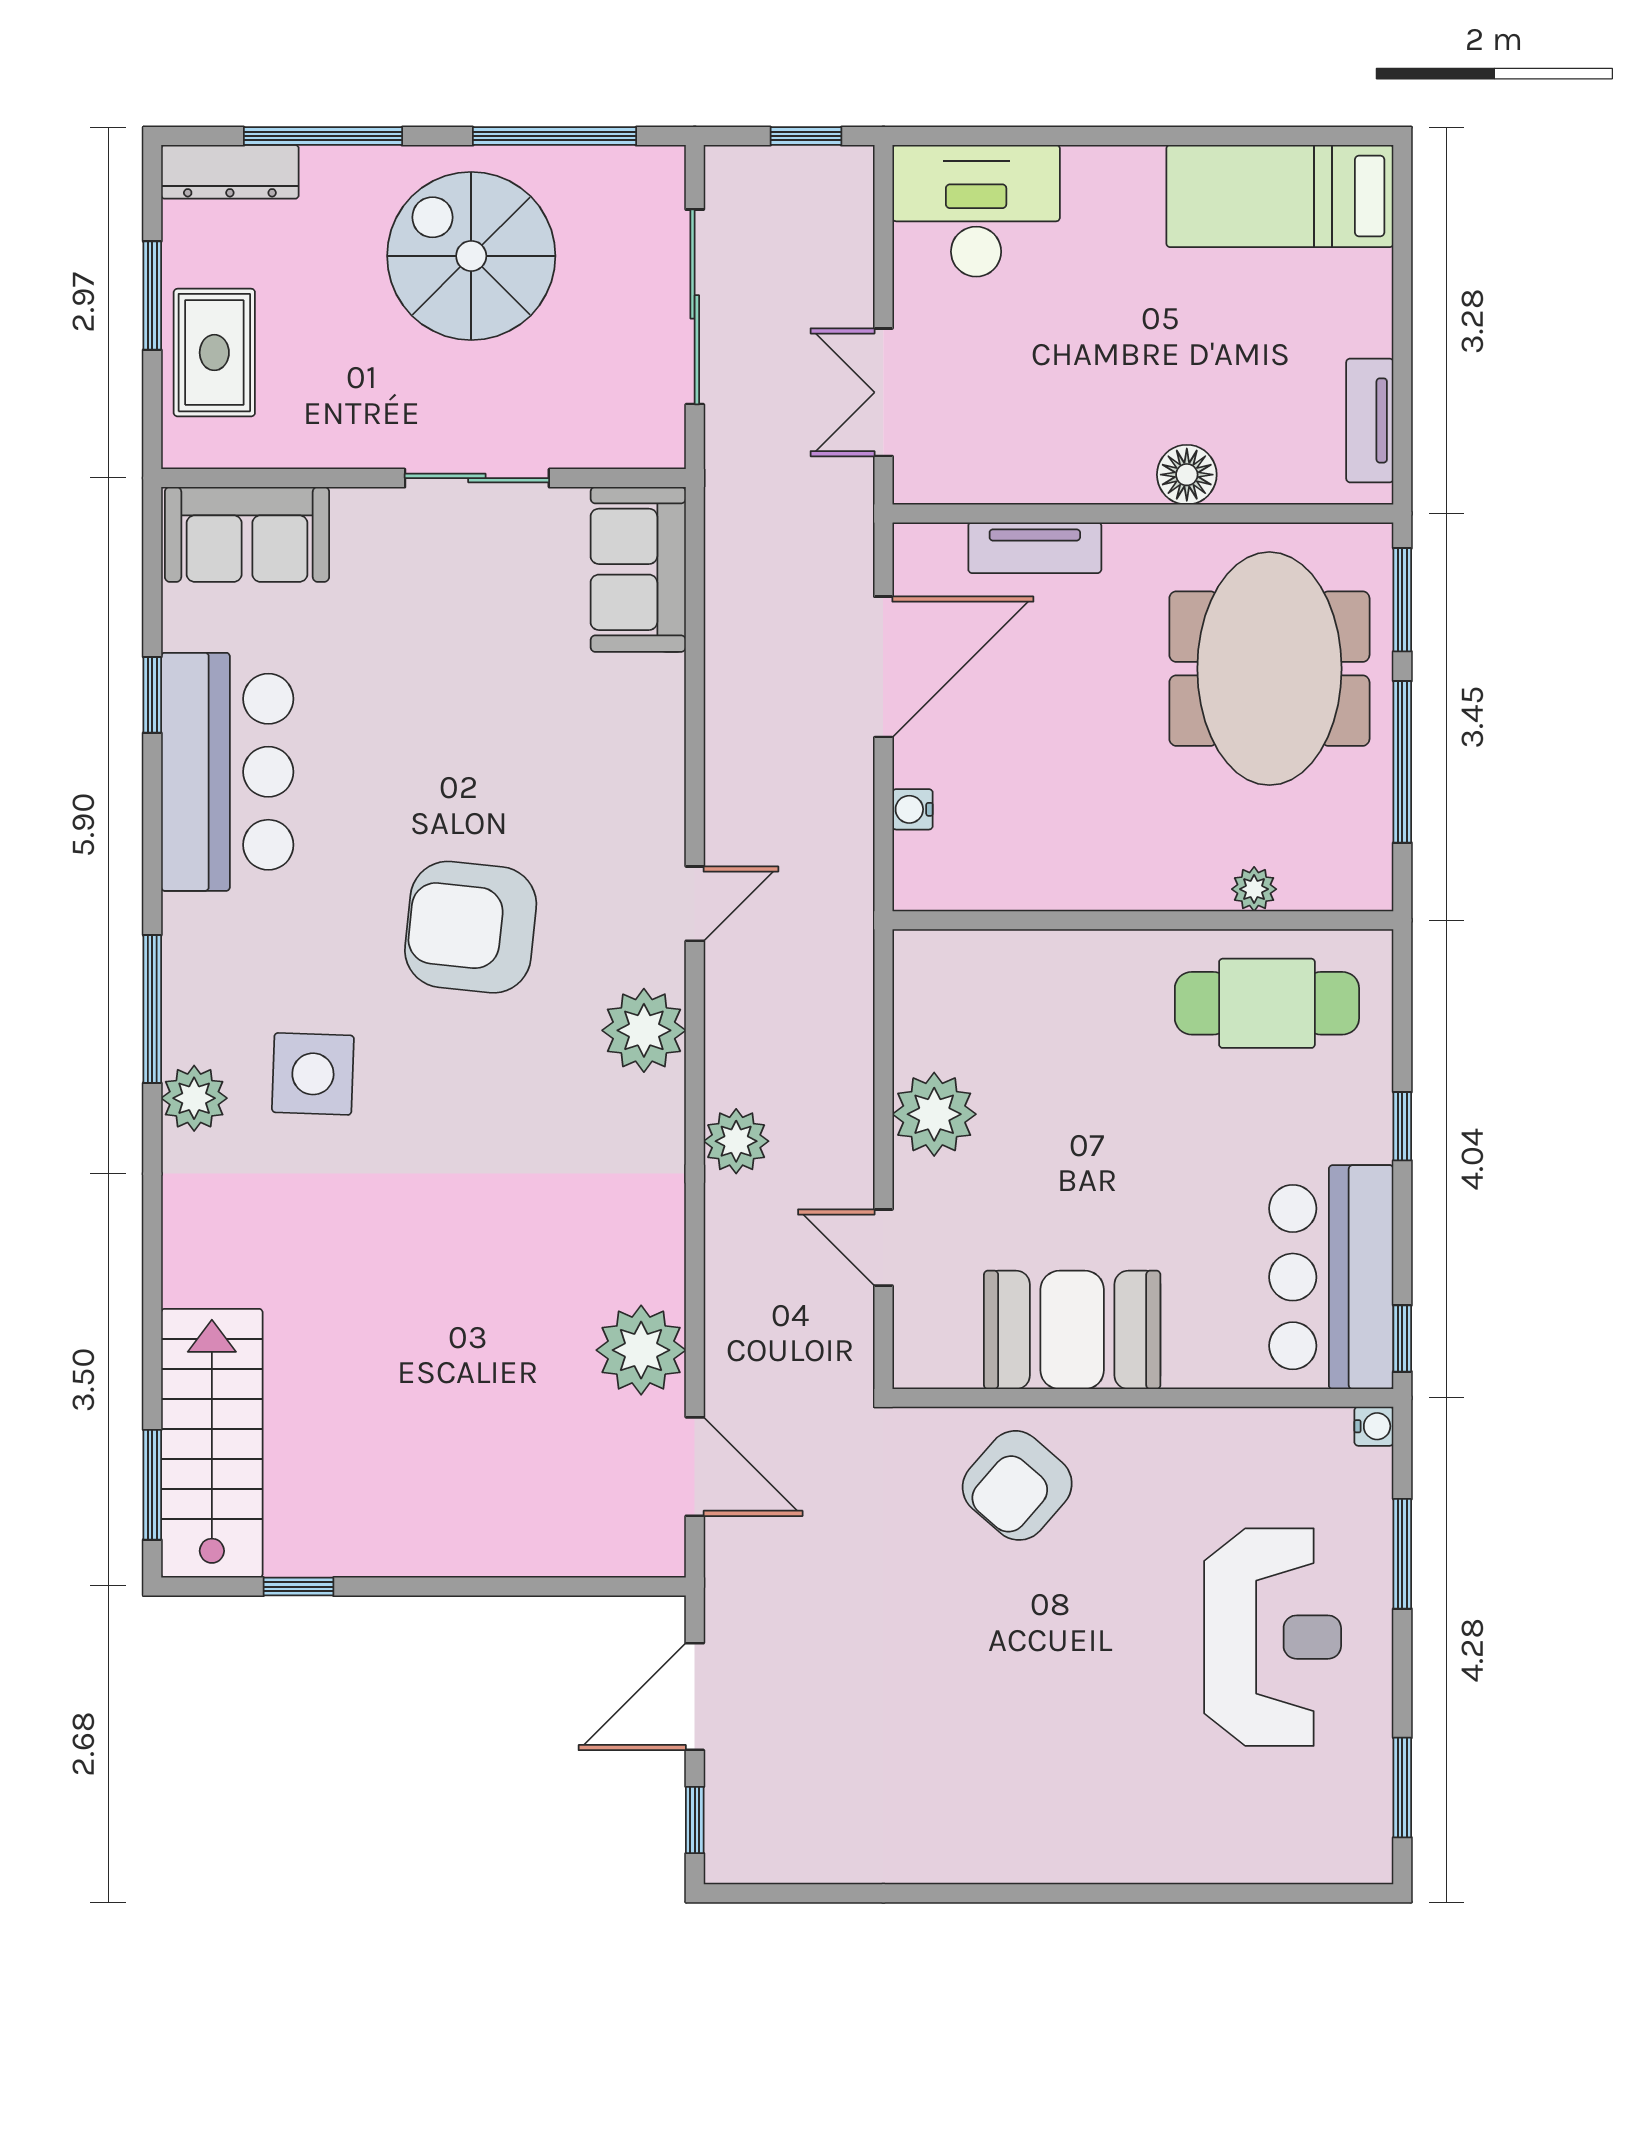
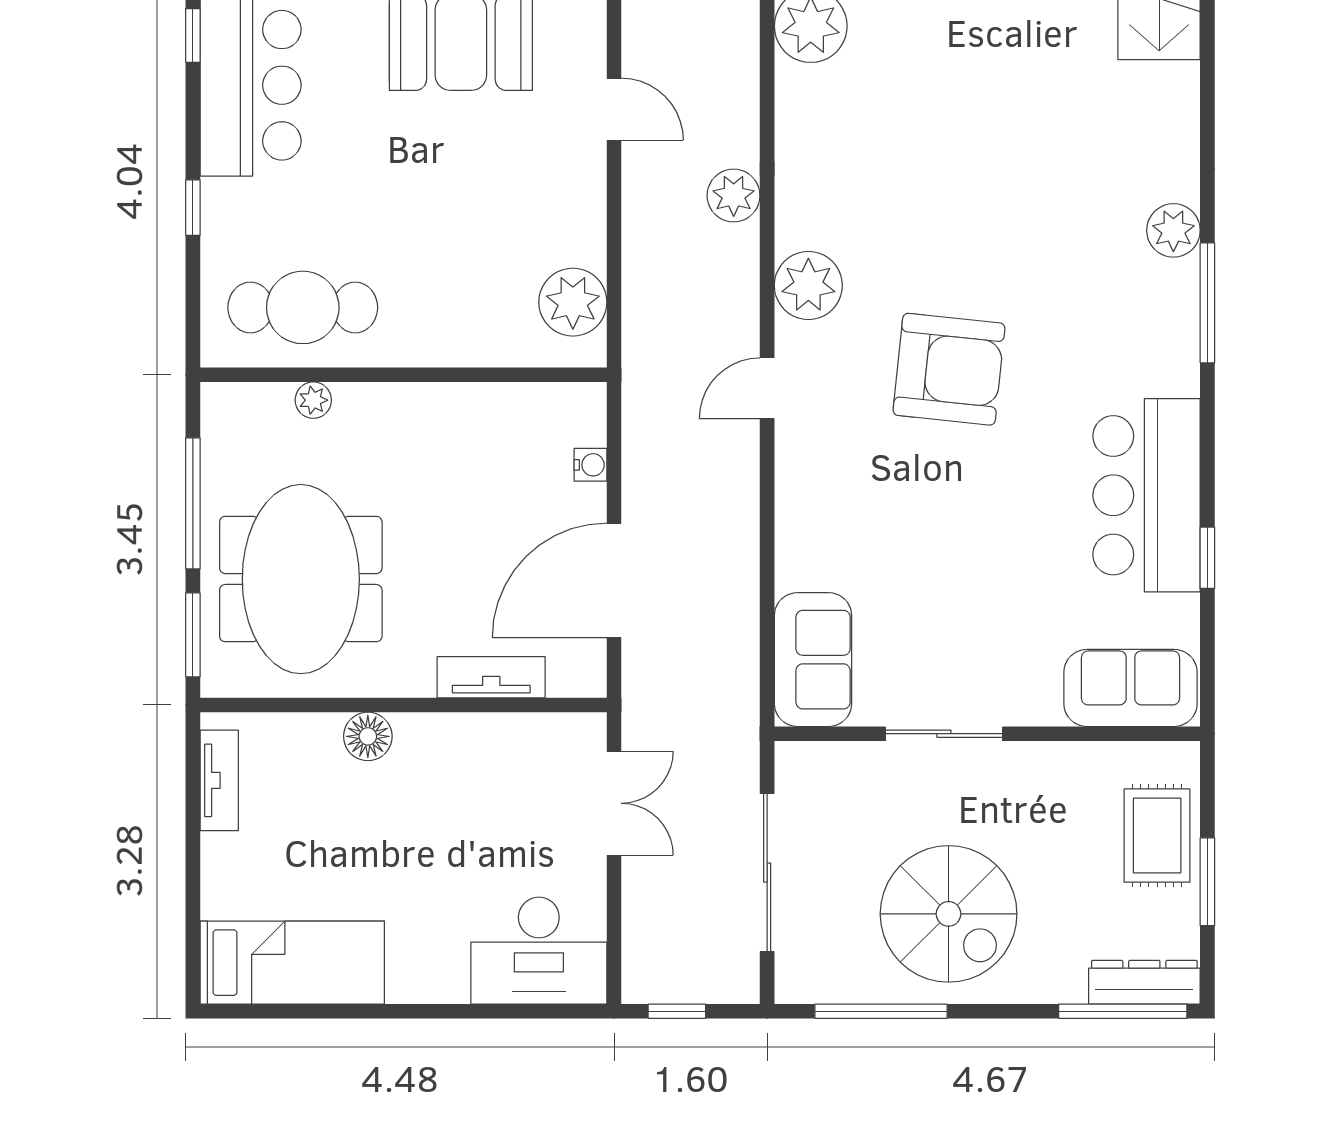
window: (323, 136) -> (1123, 1011), moved
side table: (313, 1074) -> (1077, 250), removed
plant: (934, 1114) -> (573, 302), moved

